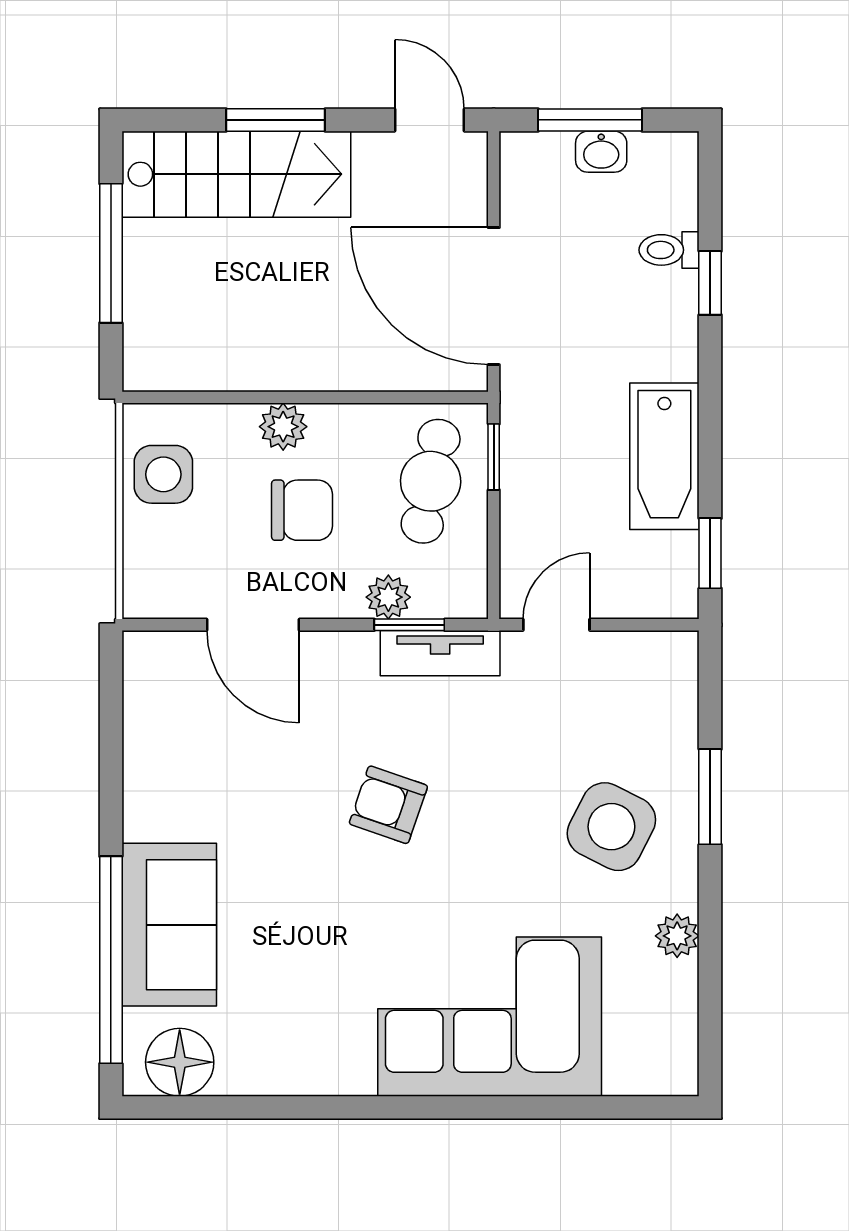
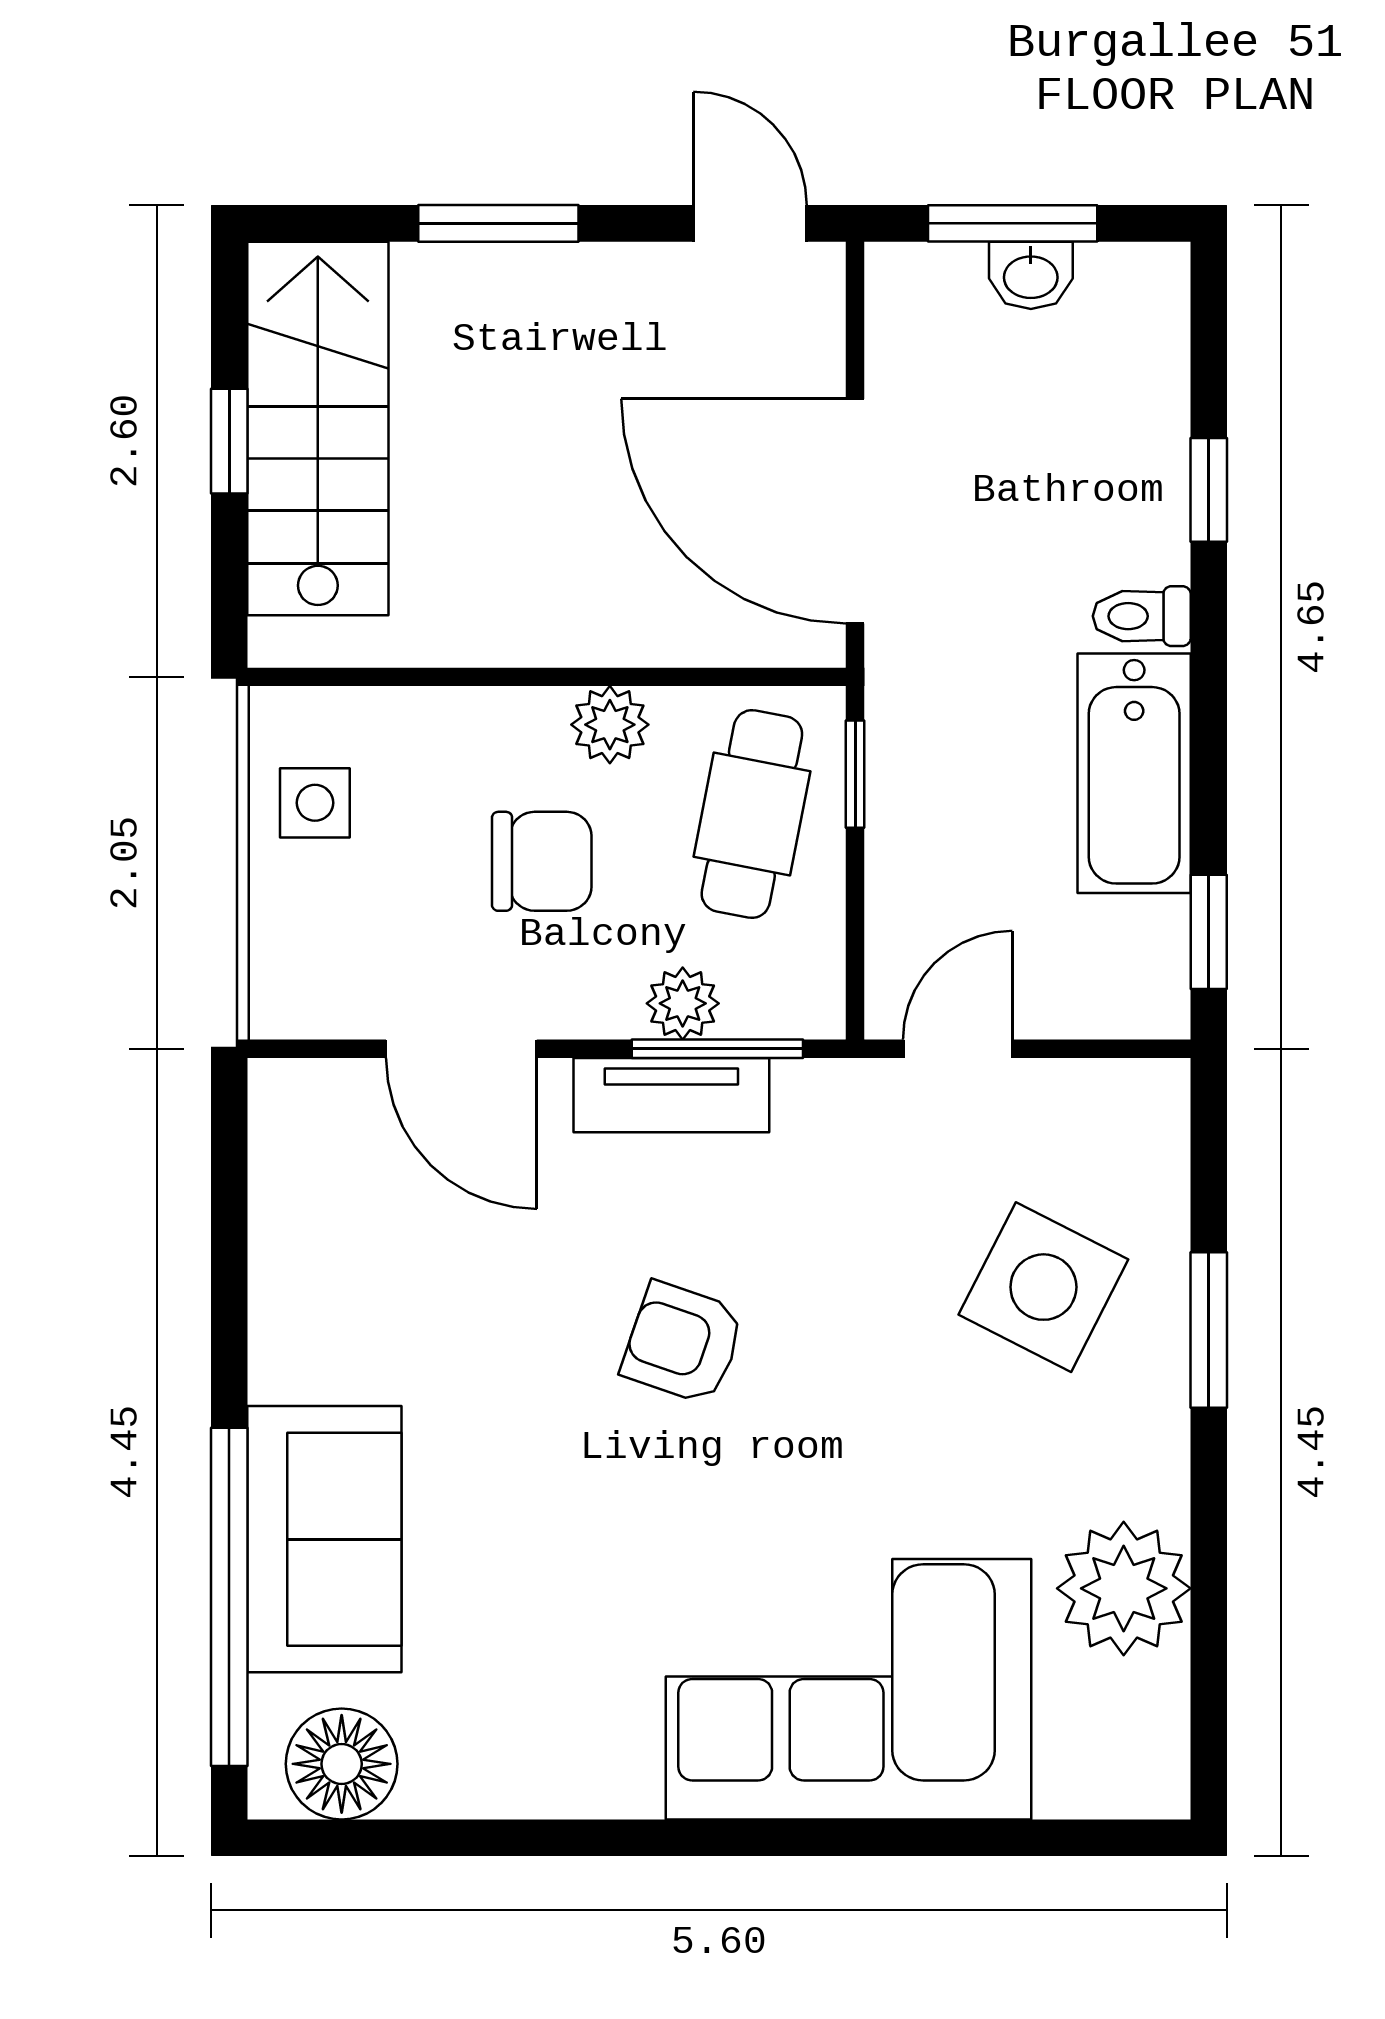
stairs: (236, 174) -> (318, 428), moved, turned -90
toilet: (669, 250) -> (1142, 616), moved
window: (111, 253) -> (229, 441), width x0.46
plant: (283, 427) -> (610, 725), moved
side table: (163, 474) -> (315, 803), width x0.73, depth x0.73
window: (409, 625) -> (717, 1049), width x1.50
tv unit: (440, 653) -> (671, 1095), moved
side table: (611, 827) -> (1043, 1287), moved
plant: (677, 936) -> (1124, 1588), width x1.88, depth x1.88

